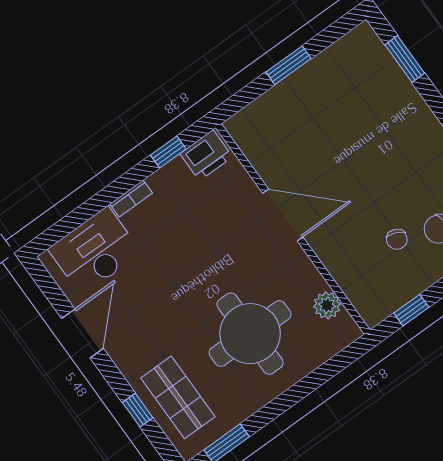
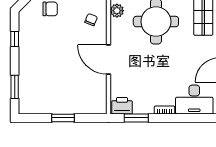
window: (168, 152) -> (136, 118), width x1.50
chair: (397, 239) -> (91, 20), moved

